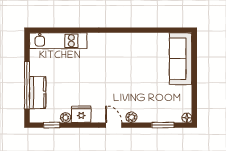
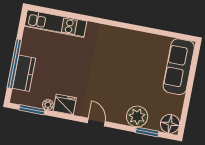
plant: (131, 117) -> (137, 116), moved, width x1.87, depth x1.87
floor lamp: (187, 118) -> (170, 124), width x1.89, depth x1.89
window: (52, 125) -> (32, 110), width x1.50

